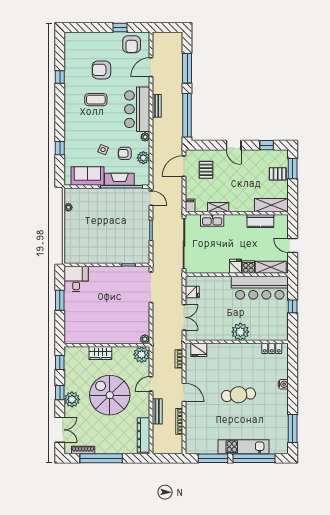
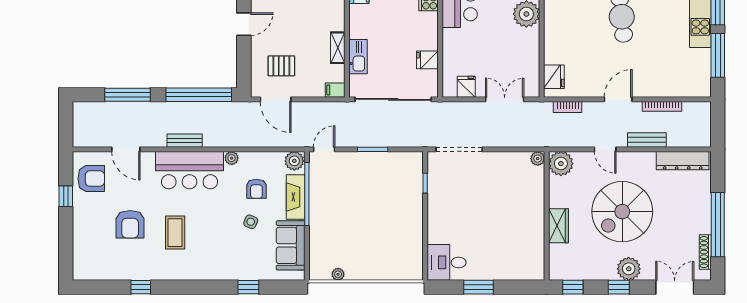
plant: (143, 158) -> (294, 161), moved
fridge: (236, 266) -> (427, 60), moved

